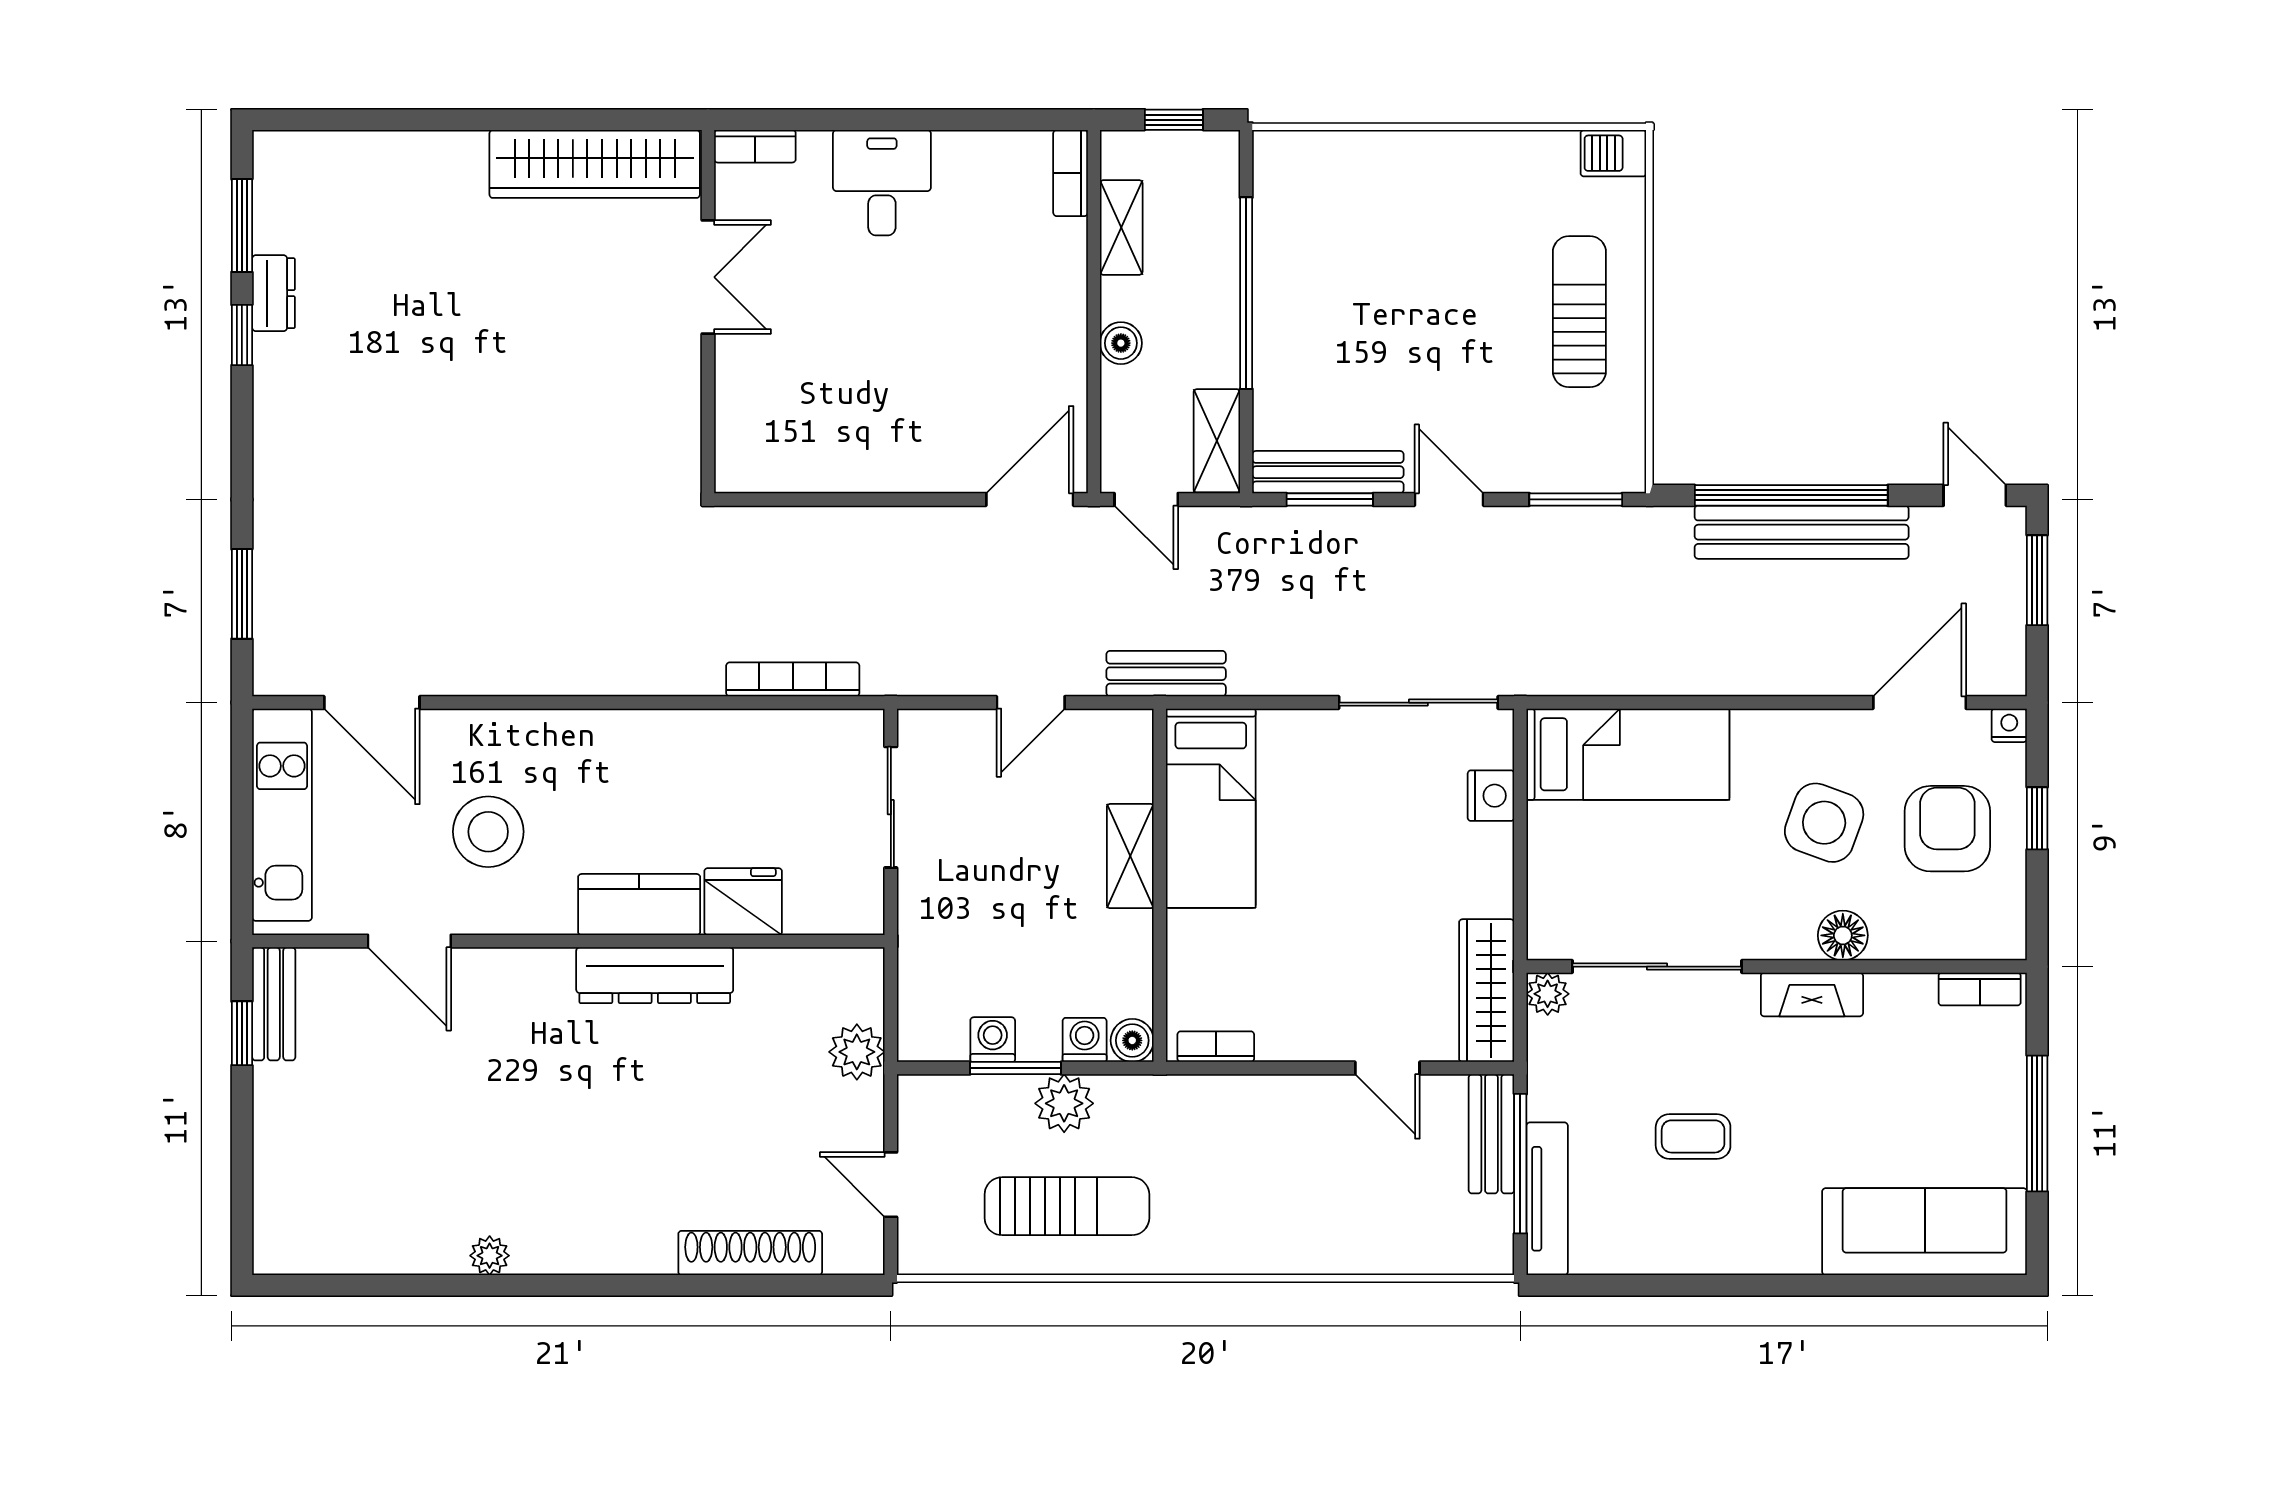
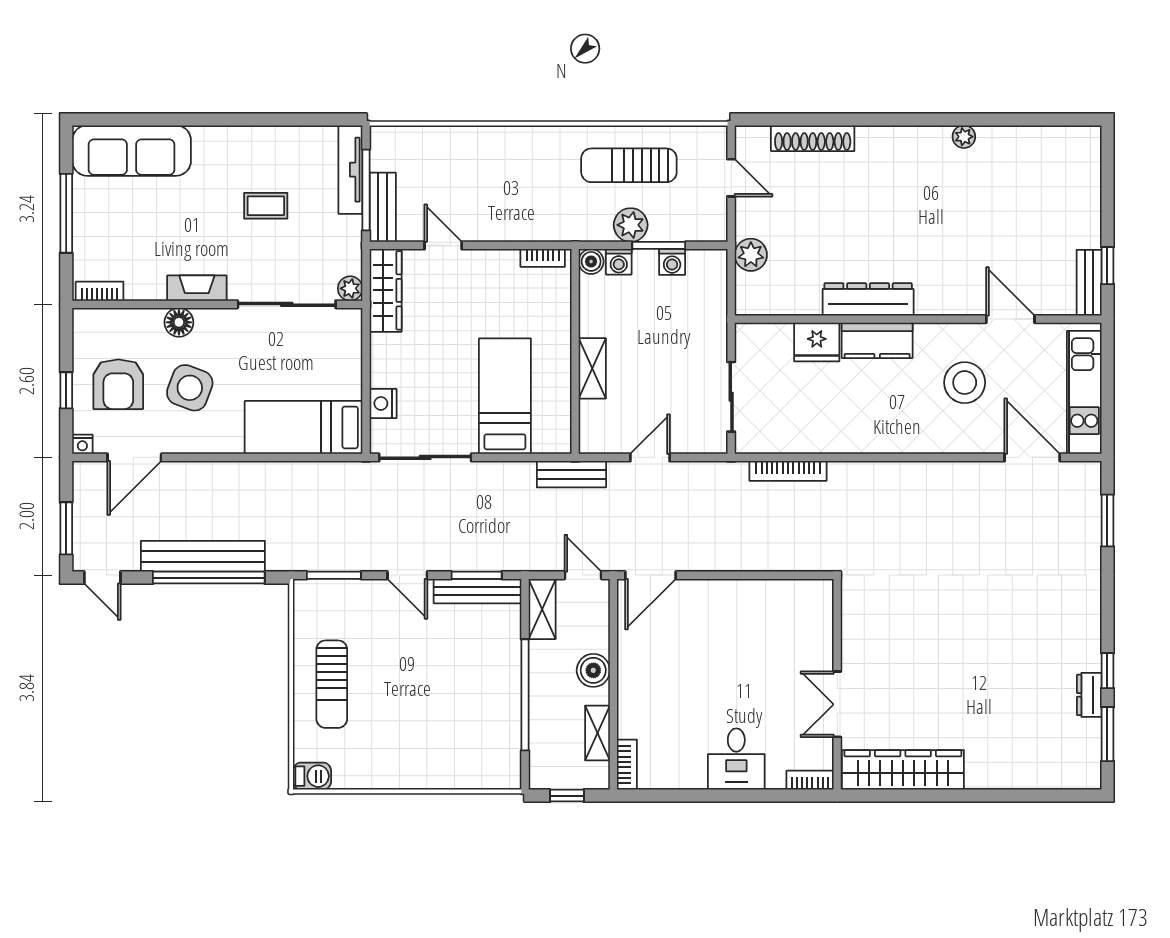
boiler: (1121, 343) -> (593, 670), width x1.36, depth x1.36
bed: (1211, 808) -> (505, 396), moved

